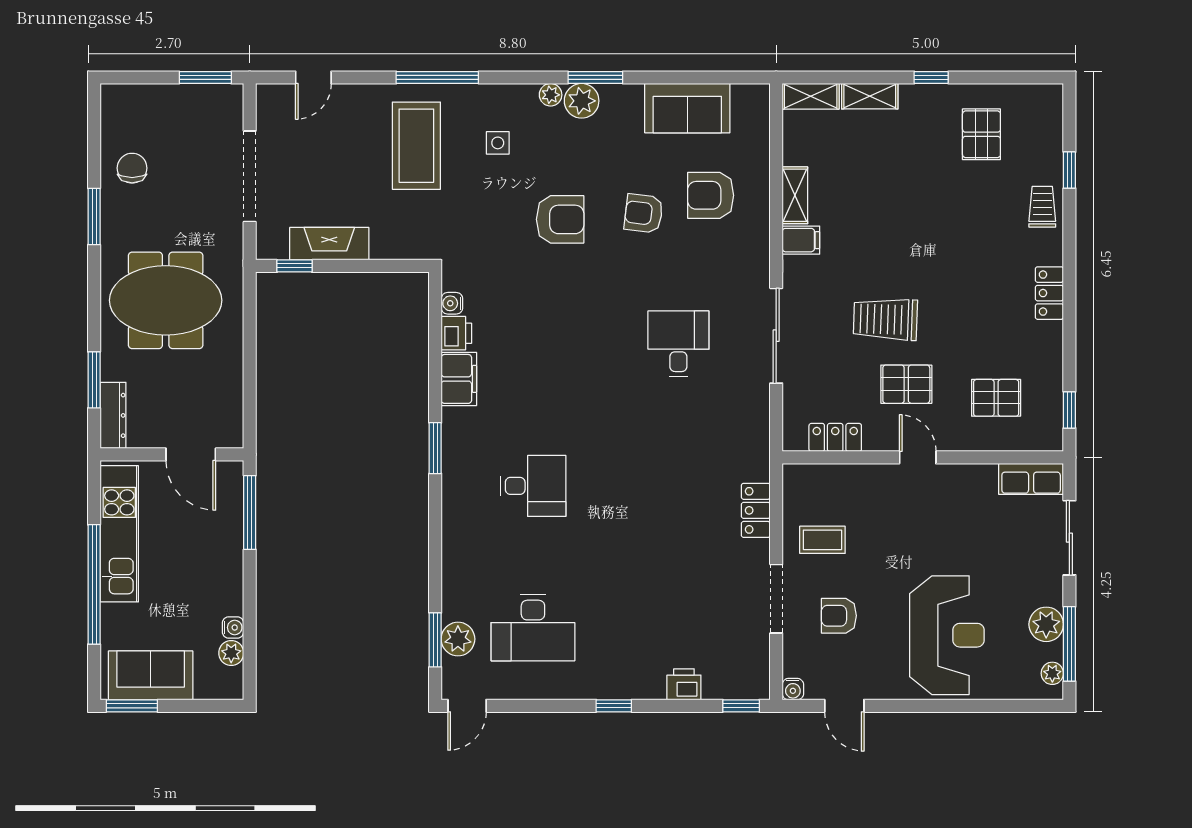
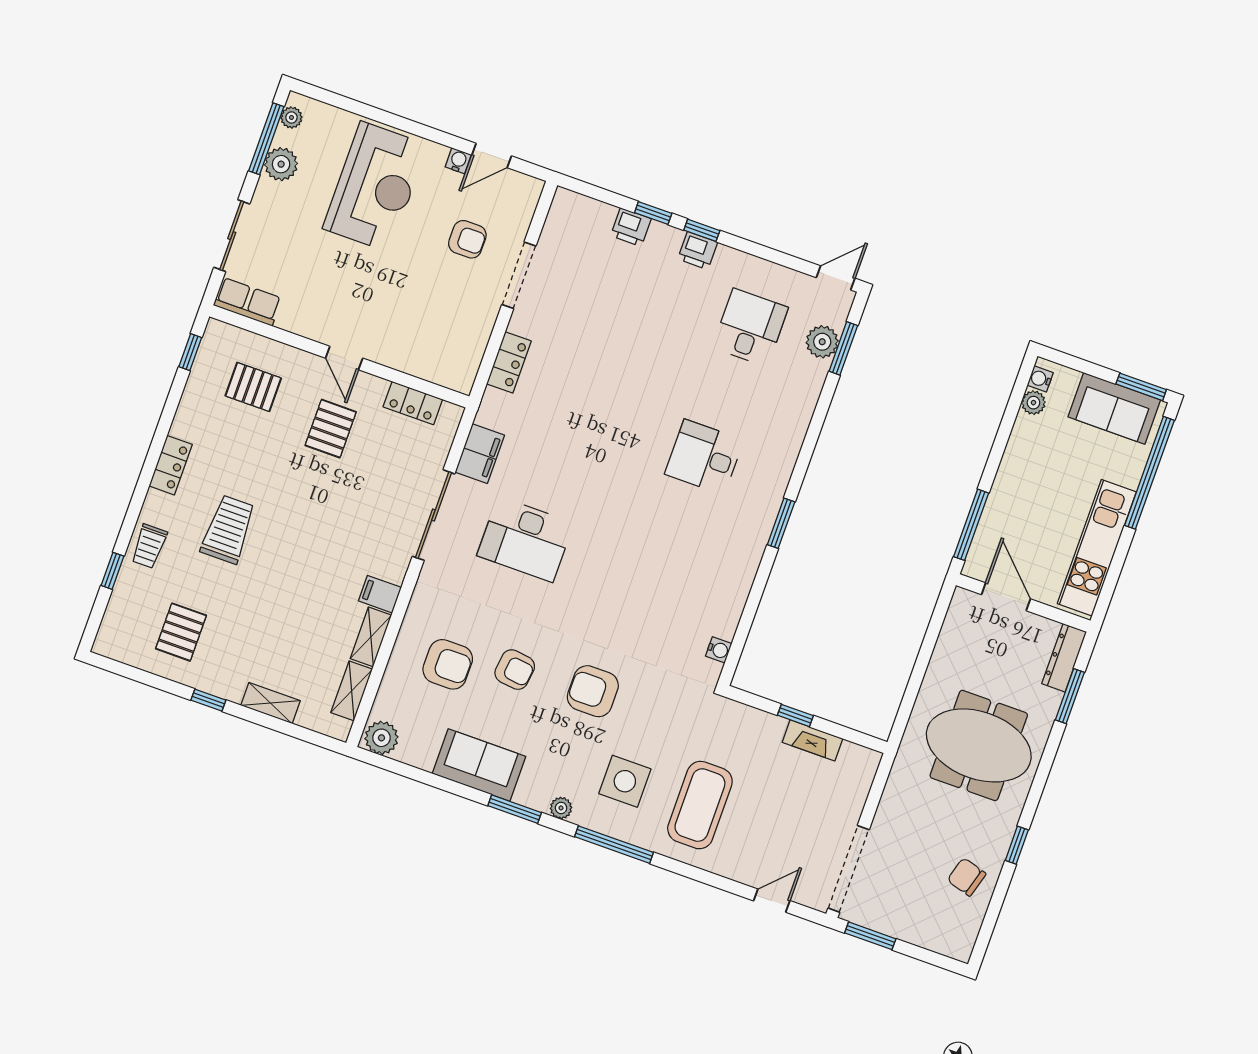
window: (437, 77) -> (614, 845), moved
shelving: (811, 96) -> (352, 691), moved, turned 90
plant: (582, 101) -> (381, 738), moved
sofa: (687, 108) -> (479, 765), moved
side table: (498, 143) -> (625, 781), width x1.87, depth x1.87
chair: (132, 168) -> (967, 877), turned 106
doorway: (250, 176) -> (849, 869), moved
window: (94, 216) -> (1017, 845), width x0.67
fireplace: (329, 244) -> (812, 740), width x0.73, depth x0.76
window: (294, 266) -> (795, 715), moved
trolley: (885, 319) -> (228, 529), moved, turned -92
printer: (456, 333) -> (698, 251), moved, turned -90
desk: (678, 344) -> (525, 539), width x1.37
filing cabinet: (459, 379) -> (480, 454), moved, turned 180
pallet: (906, 384) -> (331, 429), turned 90
coffee table: (822, 540) -> (458, 314), removed
window: (94, 584) -> (1149, 473), moved
water cooler: (233, 627) -> (1040, 379), moved
desk: (533, 628) -> (750, 328), width x0.73
reception desk: (947, 635) -> (375, 187), turned 180
water cooler: (793, 689) -> (458, 161), moved
window: (741, 706) -> (653, 213), moved
door: (844, 706) -> (492, 155), swing flipped

